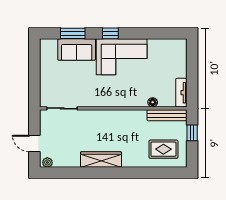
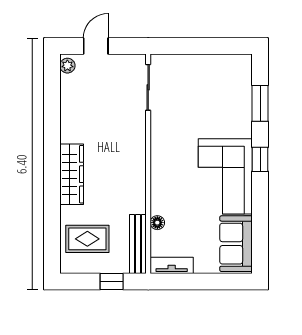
sofa: (77, 50) -> (236, 244), moved
rug: (163, 149) -> (87, 239), turned 90
wardrobe: (101, 160) -> (72, 174), moved

